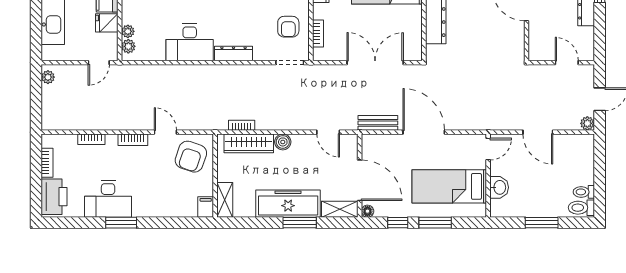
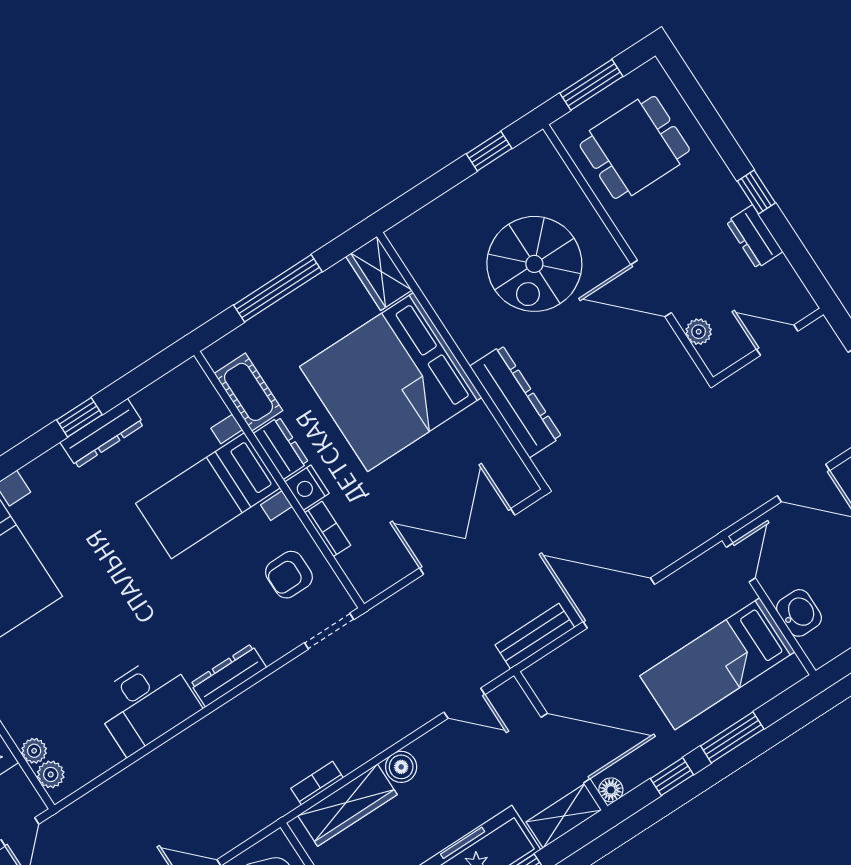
armchair: (288, 27) -> (289, 575), turned 90
bookcase: (318, 33) -> (328, 529), moved
plant: (535, 37) -> (699, 332), added

